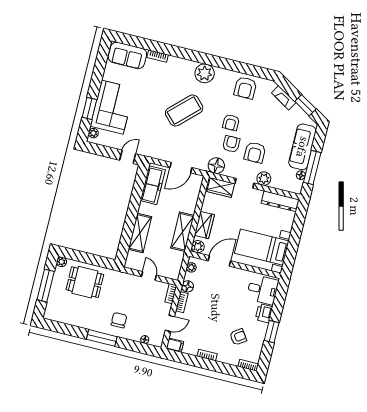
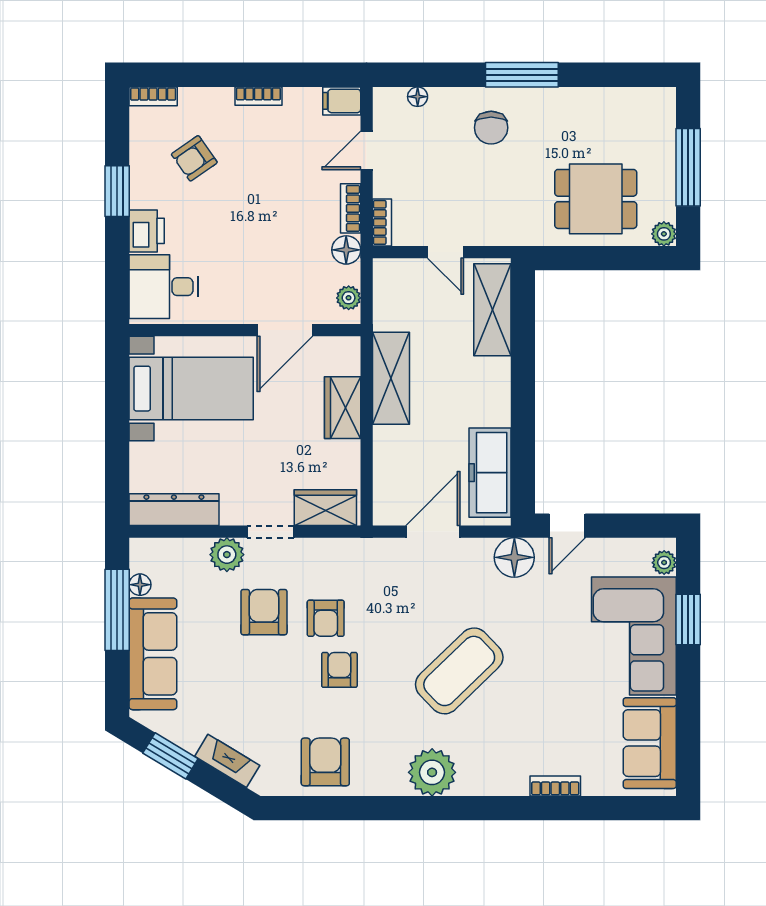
sofa: (127, 55) -> (650, 743), moved, turned -90
floor lamp: (216, 166) -> (514, 557), moved
shelving: (140, 233) -> (492, 310), moved
plant: (198, 247) -> (345, 352), removed

